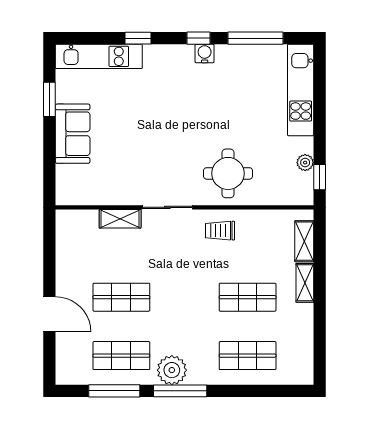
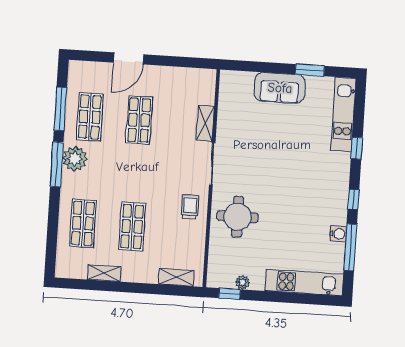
water cooler: (205, 53) -> (338, 234), moved
shelving: (305, 283) -> (104, 273), moved

